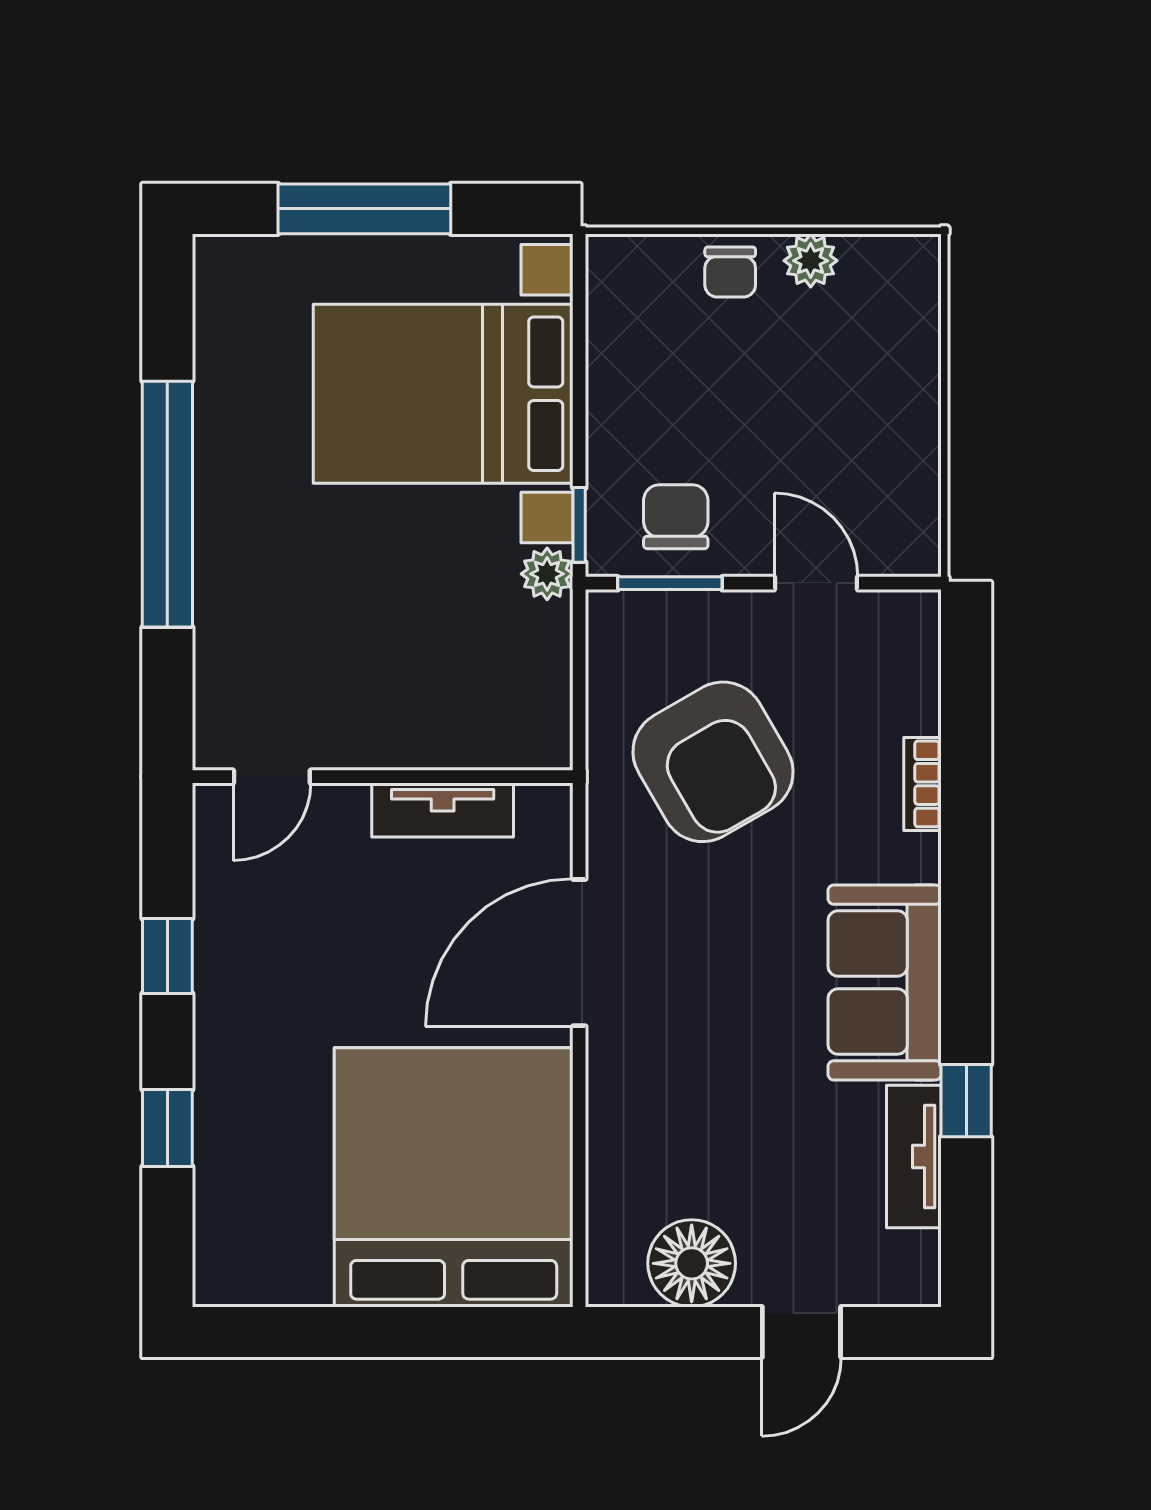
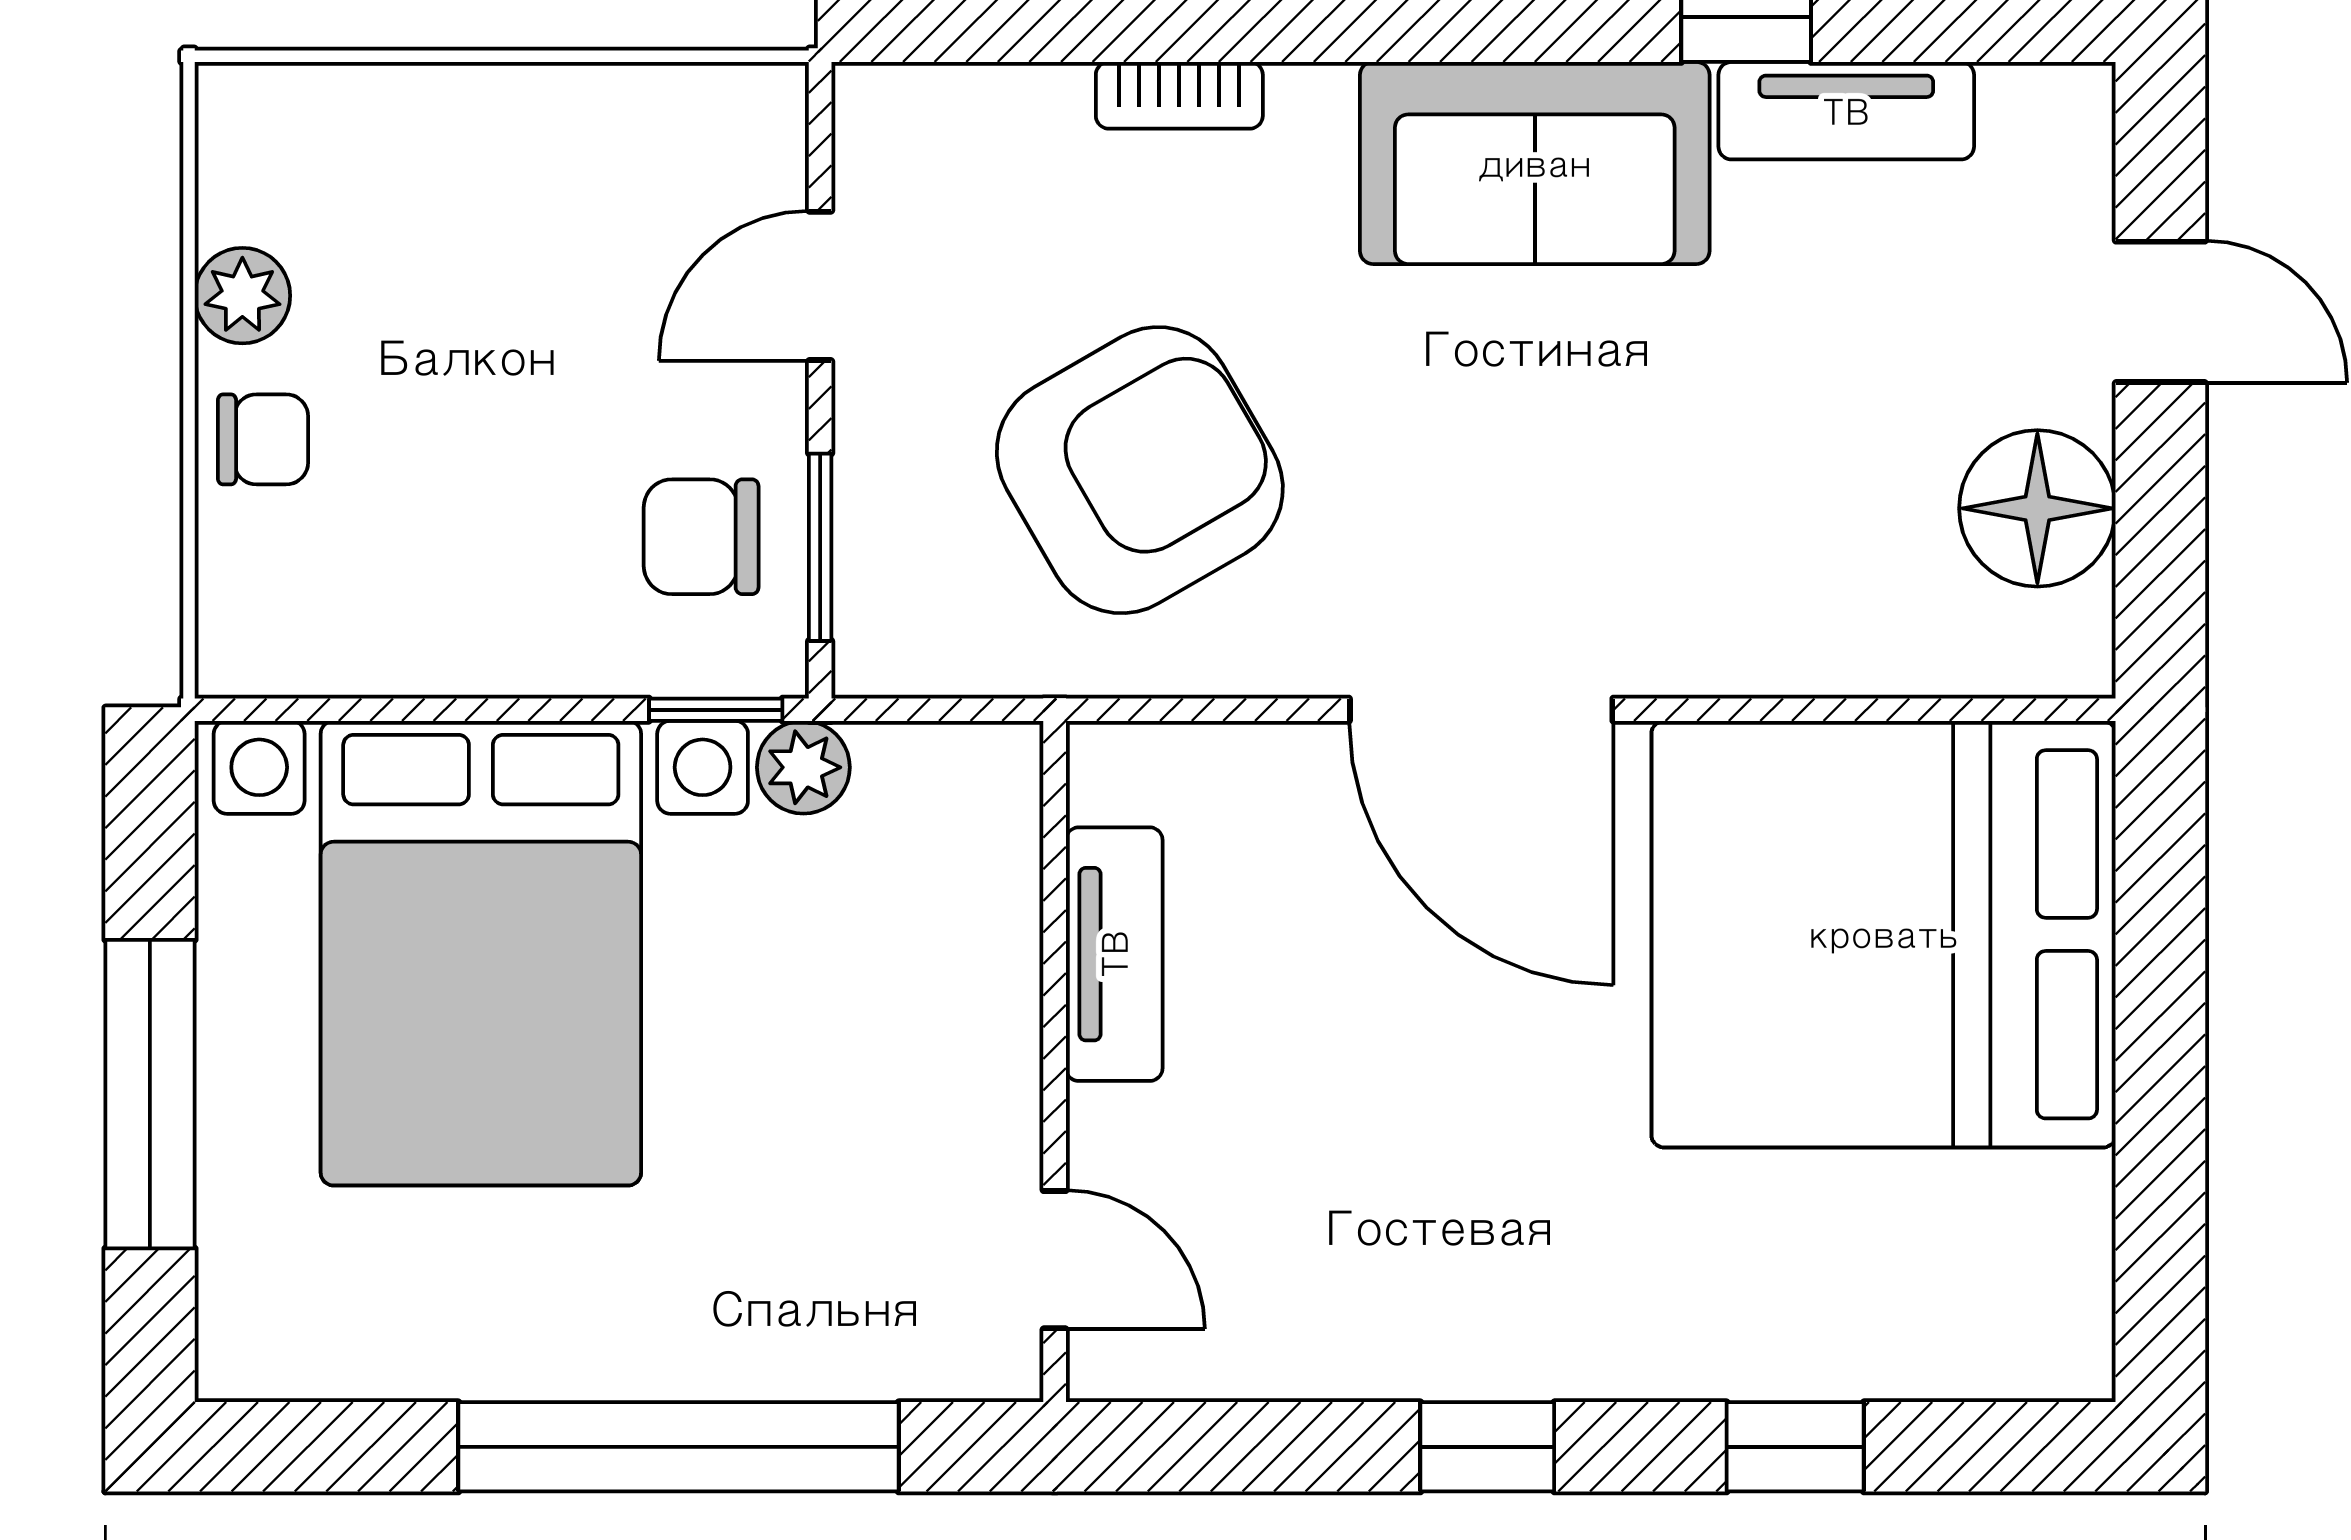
door: (272, 777) -> (1055, 1260), moved
wall: (383, 777) -> (1055, 1061), moved
tv unit: (443, 810) -> (1114, 954), moved

